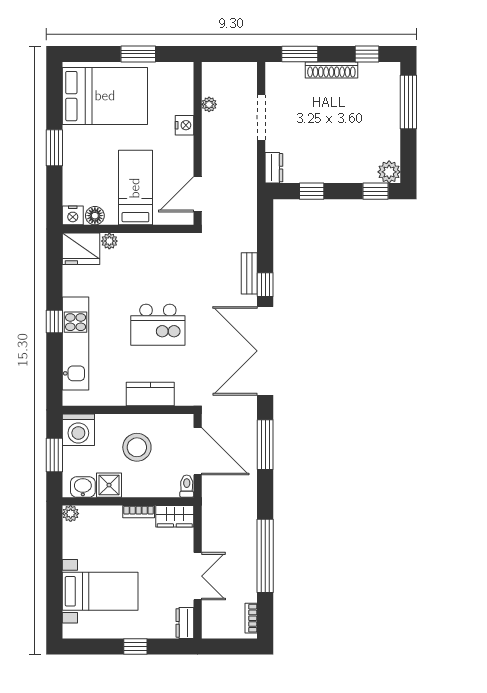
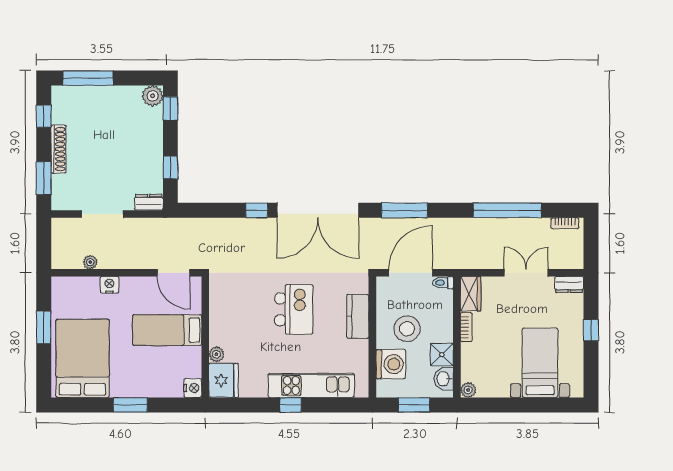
floor lamp: (95, 216) -> (193, 368), removed
bench: (249, 273) -> (246, 225), removed
washing machine: (78, 430) -> (391, 364), moved

